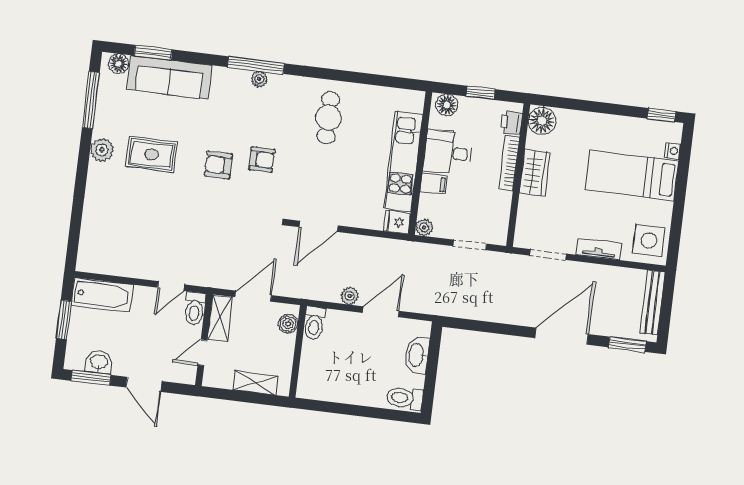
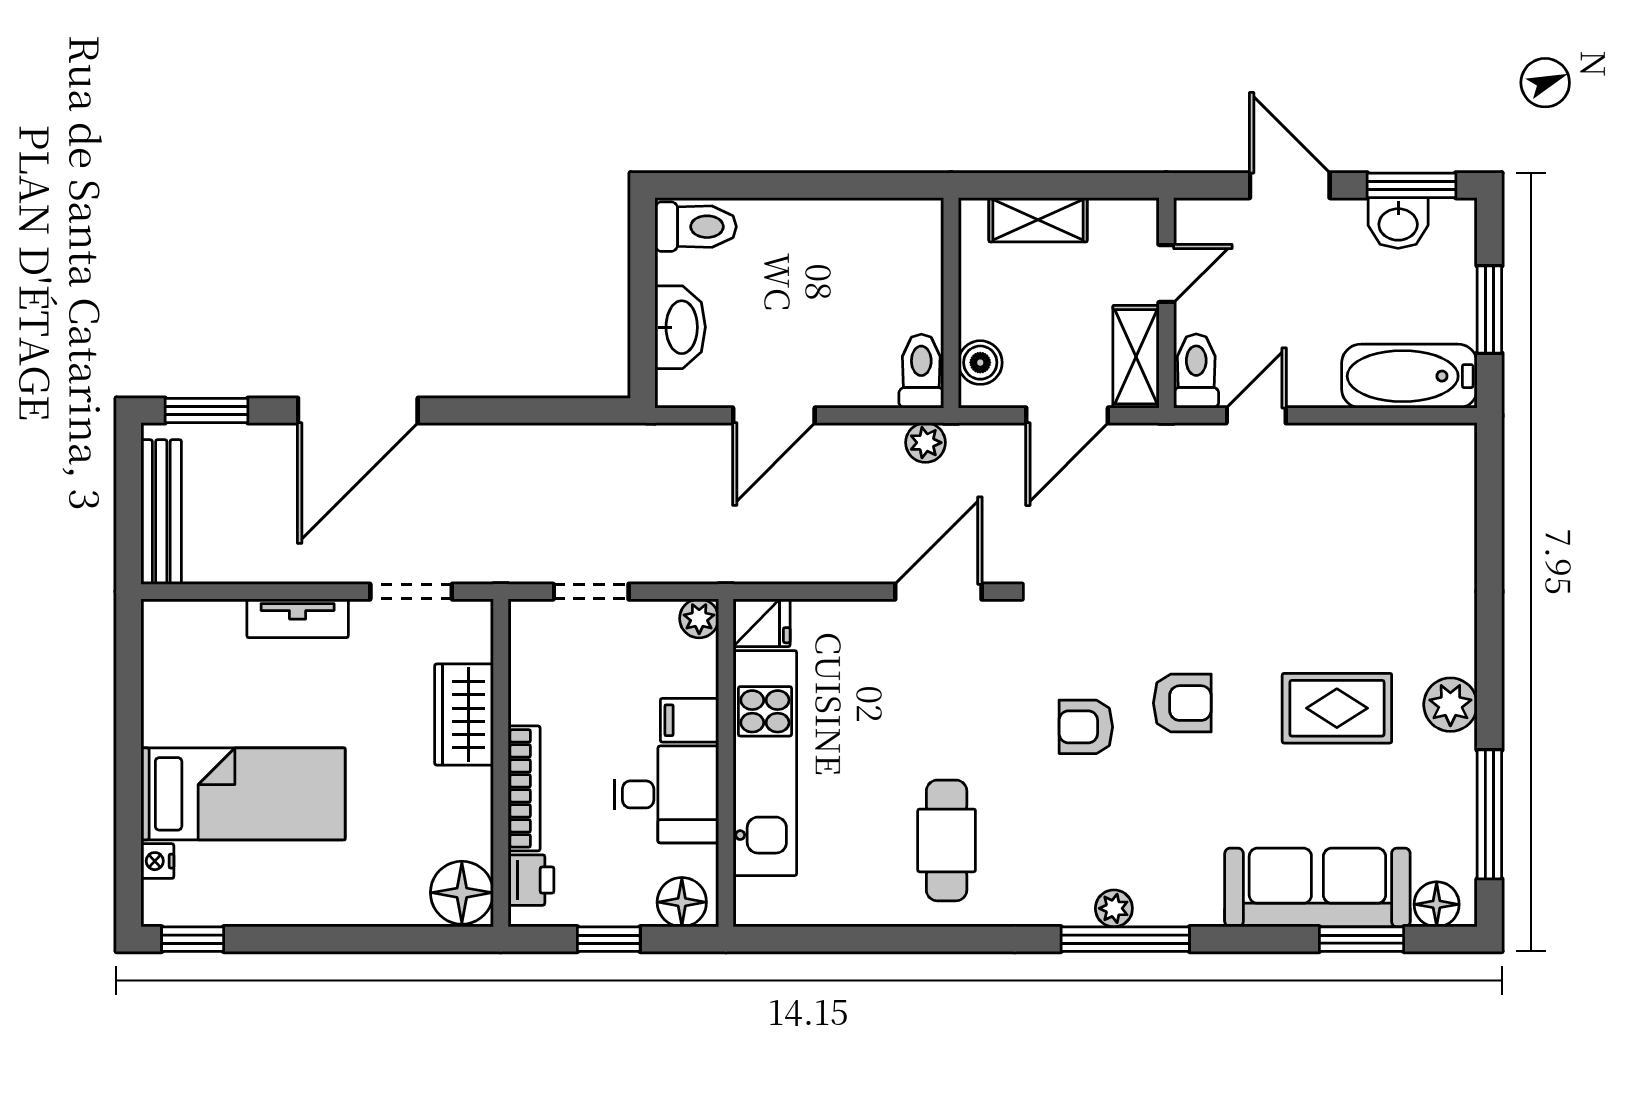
wardrobe: (535, 172) -> (464, 715), moved
side table: (649, 240) -> (186, 652), removed
plant: (350, 296) -> (926, 443), moved

